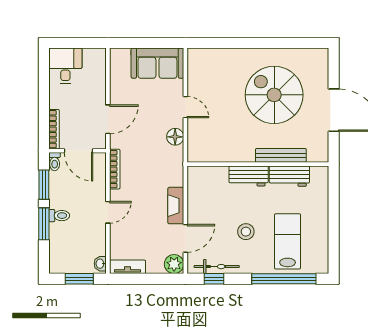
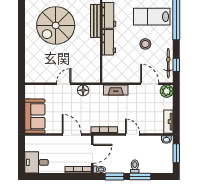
sofa: (157, 63) -> (35, 116), moved
fireplace: (176, 206) -> (116, 90), moved

